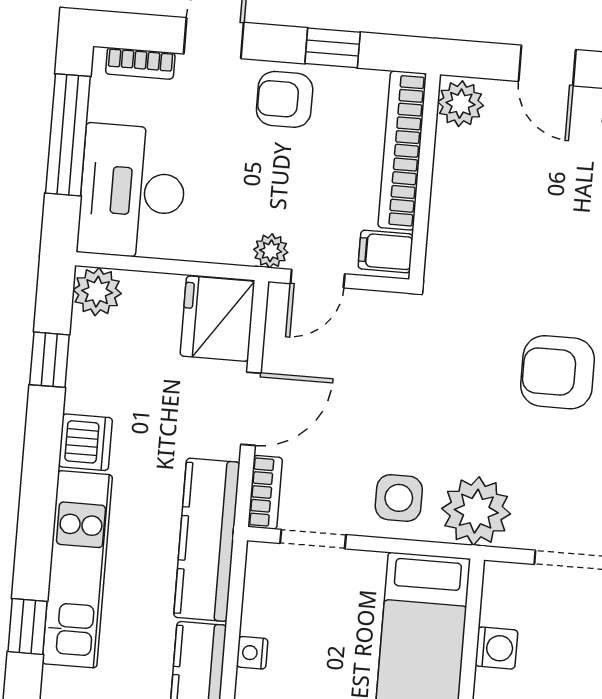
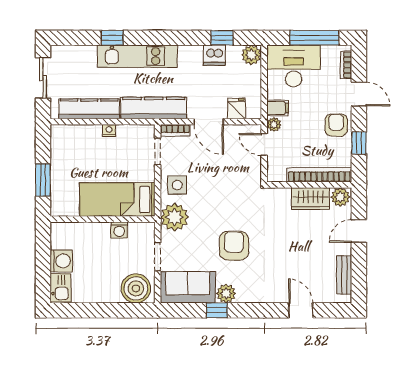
wardrobe: (458, 177) -> (310, 199), added
filing cabinet: (386, 251) -> (278, 108), moved, turned 90
fridge: (217, 319) -> (237, 109), width x0.53, depth x0.75
dishwasher: (85, 442) -> (214, 55), moved

